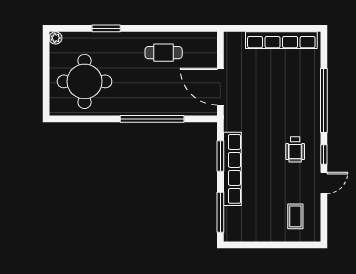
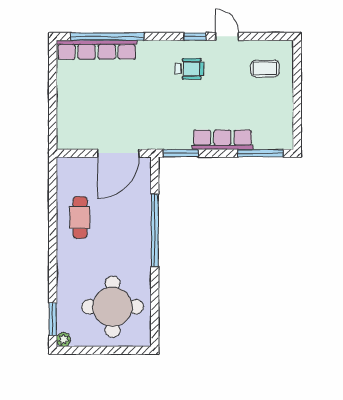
window: (106, 28) -> (53, 319), moved
row of seats: (281, 40) -> (97, 50), moved, turned 90
window: (324, 101) -> (107, 36), moved
window: (220, 156) -> (181, 153), moved
row of seats: (232, 169) -> (222, 140), width x0.73

